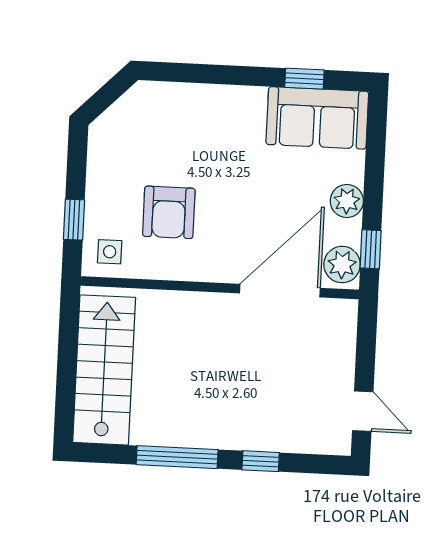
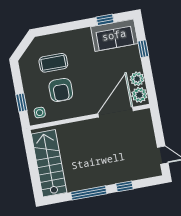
coffee table: (166, 148) -> (53, 63), added
plant: (347, 201) -> (137, 79), moved
window: (371, 249) -> (143, 49), moved

